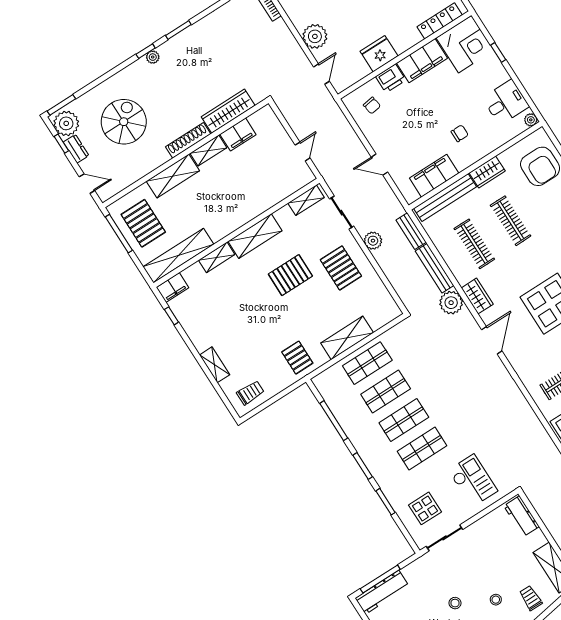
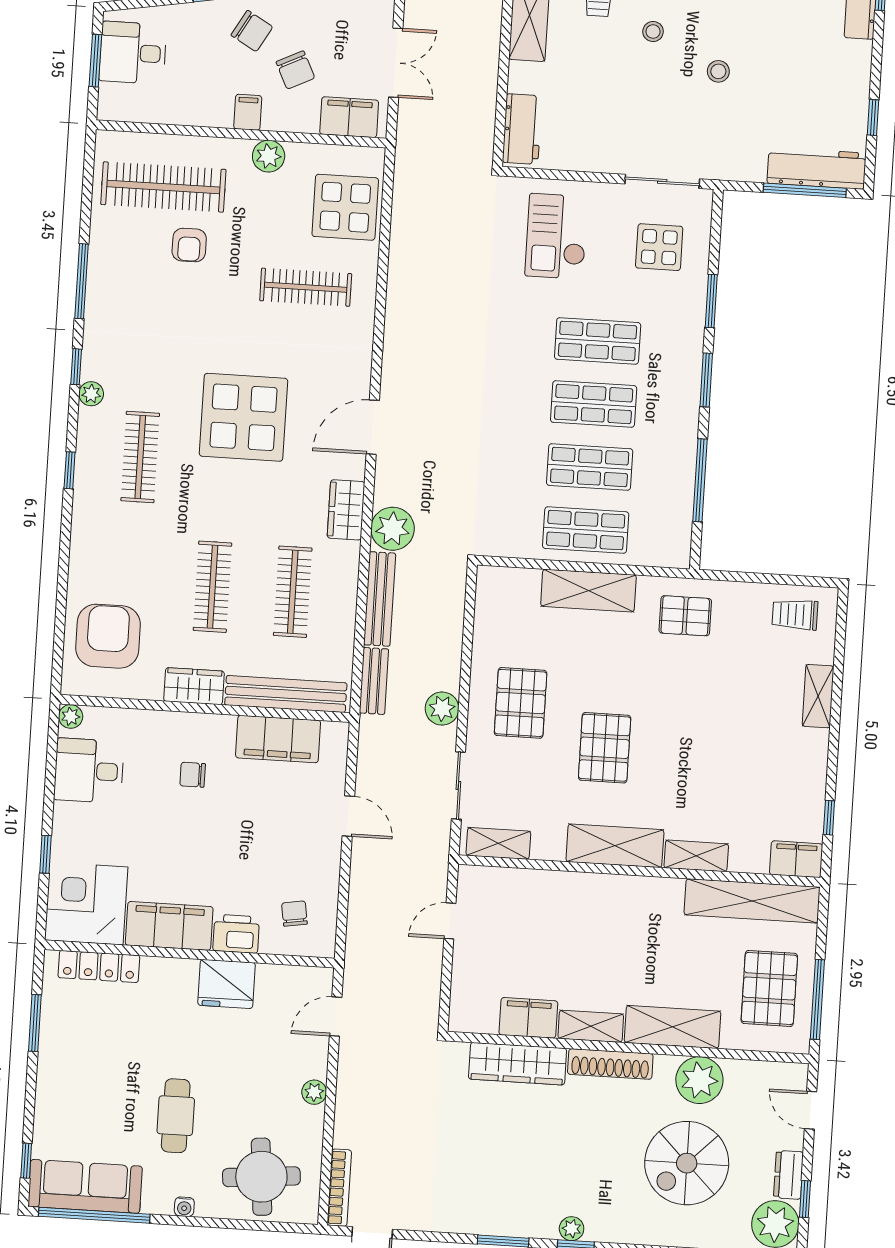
plant: (315, 36) -> (314, 1092), width x0.53, depth x0.53
plant: (144, 162) -> (699, 1080), added
pallet: (290, 275) -> (605, 748), turned 90
pallet: (297, 358) -> (685, 616), turned 90

